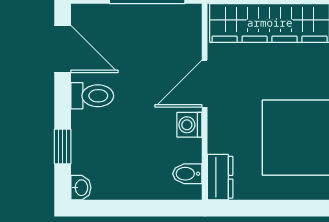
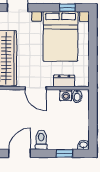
washing machine: (189, 125) -> (66, 95), moved
dresser: (220, 177) -> (64, 81), moved

